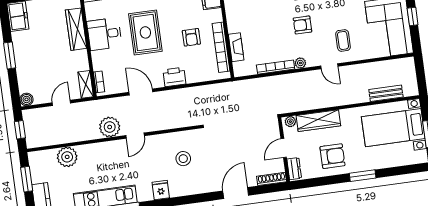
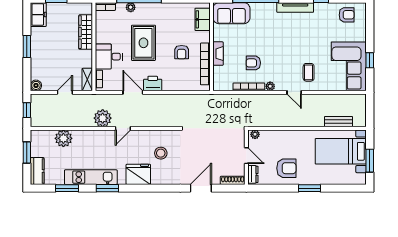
armchair: (302, 25) -> (253, 63), moved
desk: (104, 34) -> (109, 57), moved
fireplace: (236, 47) -> (218, 54), moved
printer: (174, 77) -> (153, 84), moved
wardrobe: (318, 121) -> (279, 137), removed
door: (284, 148) -> (246, 156), swing flipped
fridge: (161, 190) -> (138, 174), width x1.88, depth x1.34

